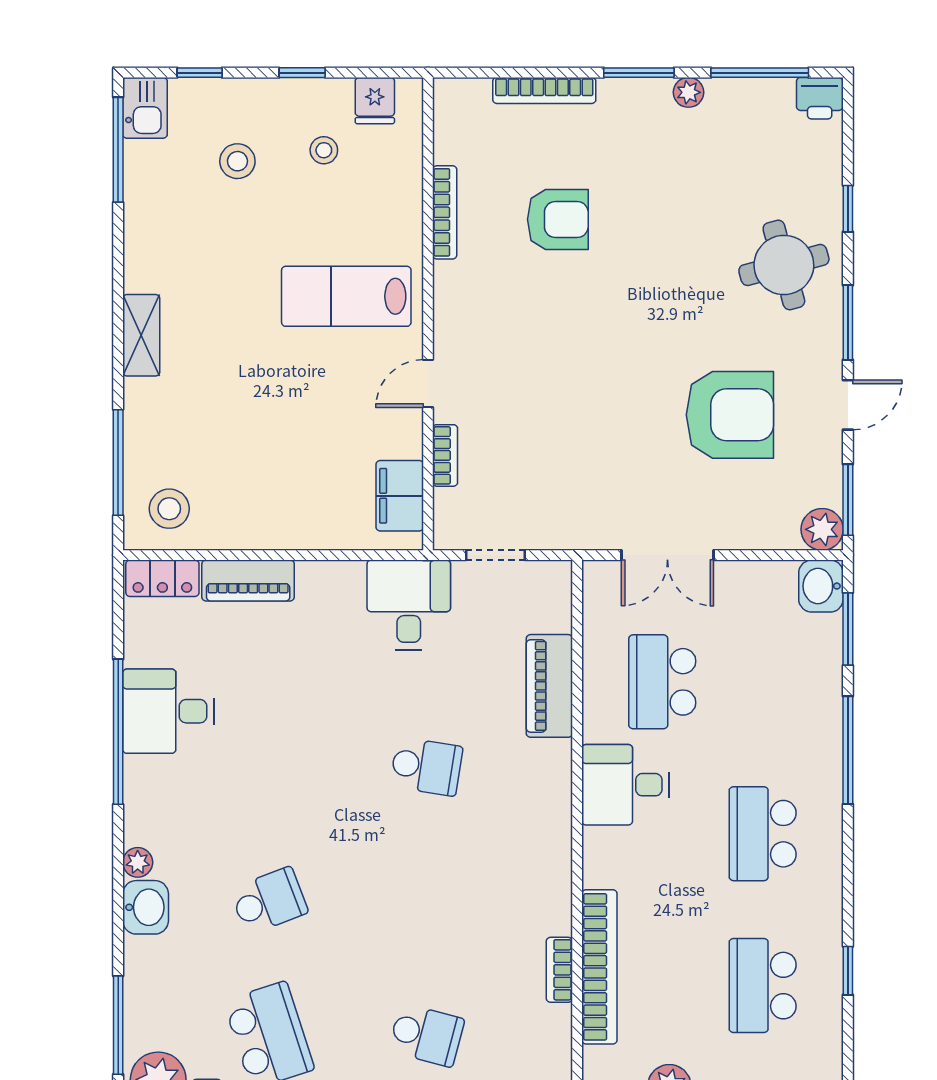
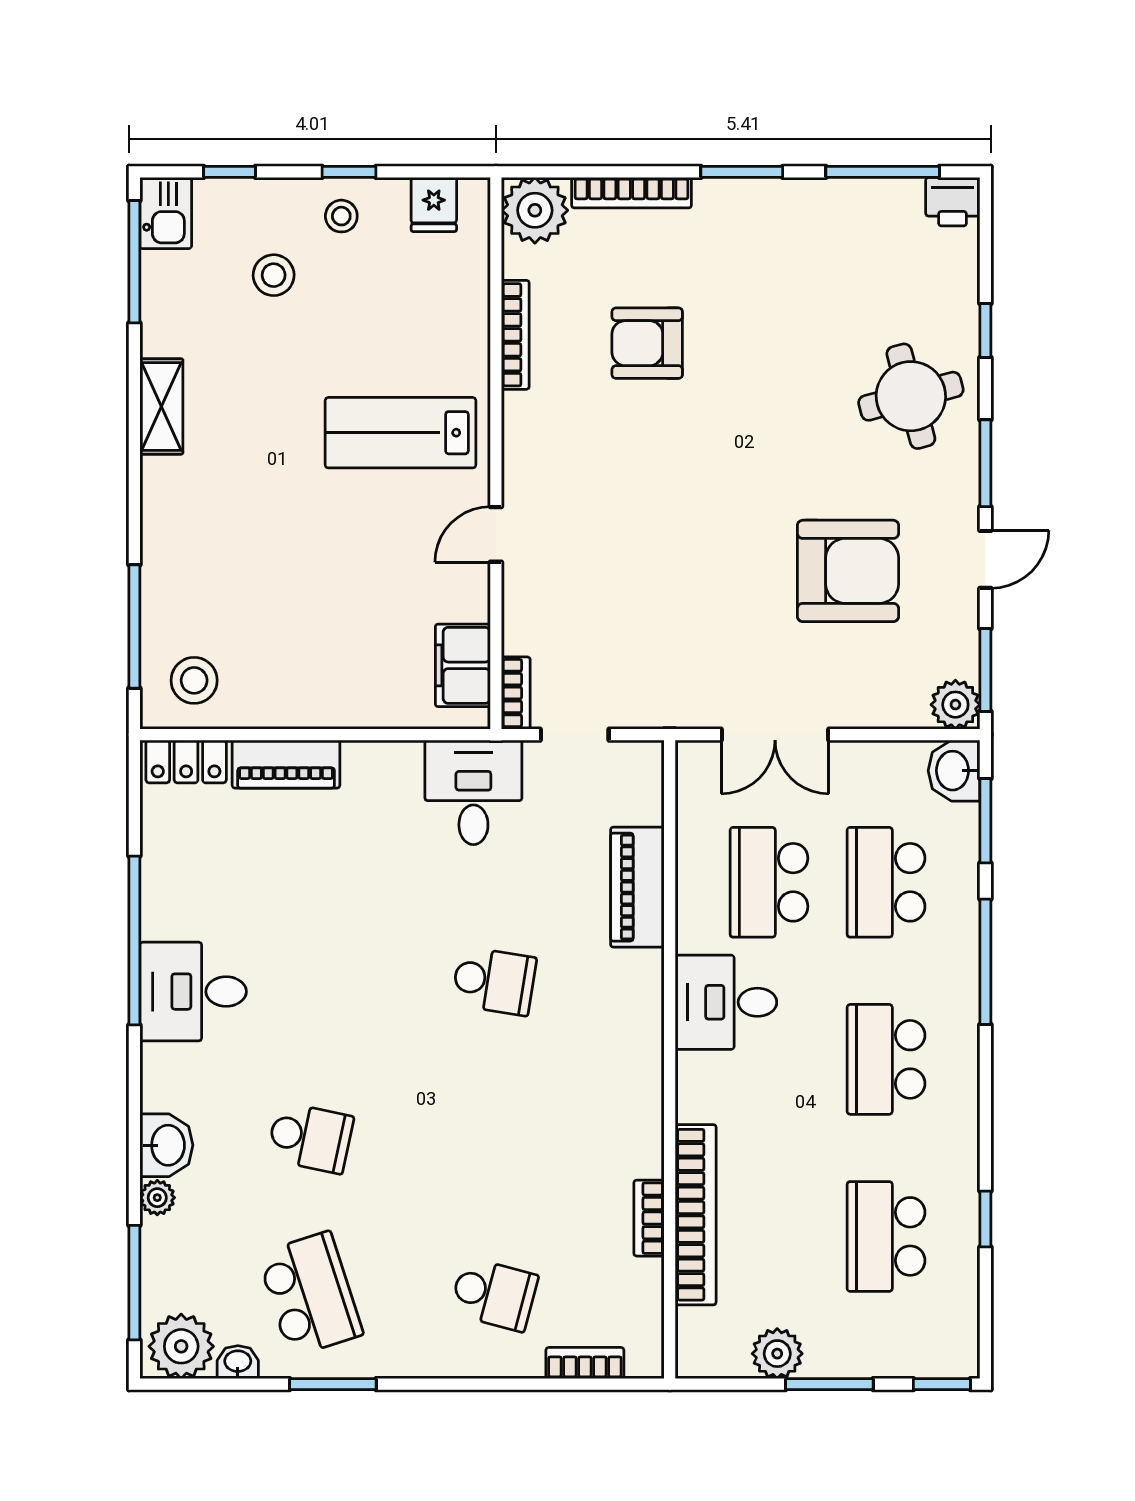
plant: (689, 92) -> (535, 210), moved, width x1.88, depth x1.88
stool: (324, 150) -> (341, 216), moved
armchair: (558, 219) -> (647, 343), turned 180
shelving: (141, 335) -> (161, 406), moved
bookcase: (445, 455) -> (516, 693), moved
school desk: (763, 682) -> (886, 882), added
desk: (168, 711) -> (193, 992), moved
plant: (138, 862) -> (157, 1198), moved
school desk: (269, 901) -> (310, 1138), turned 33

